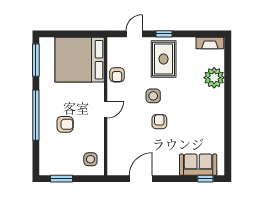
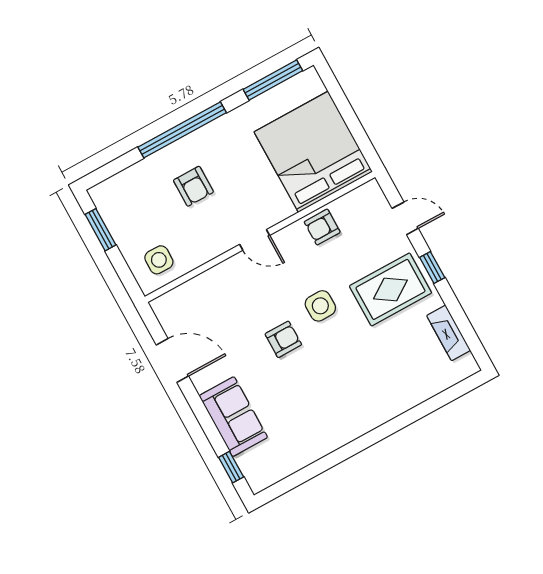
fireplace: (210, 43) -> (449, 333), moved
plant: (214, 78) -> (406, 390), removed
sofa: (198, 165) -> (233, 417), moved

